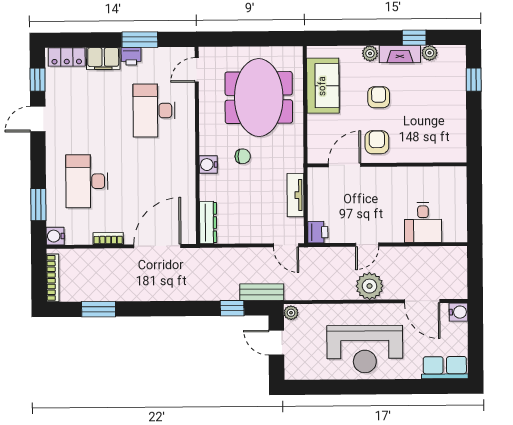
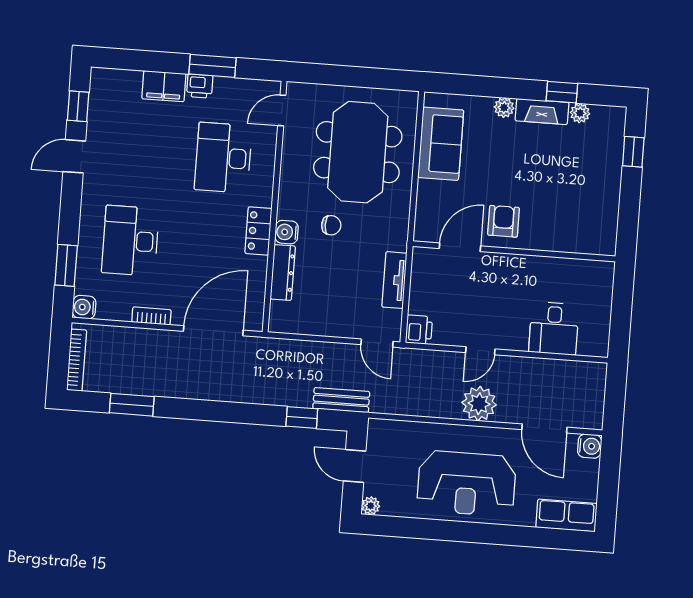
locker: (67, 57) -> (258, 231), moved, turned 90
armchair: (379, 97) -> (510, 164), removed
dresser: (208, 223) -> (283, 272), moved
plant: (291, 313) -> (371, 506), moved

